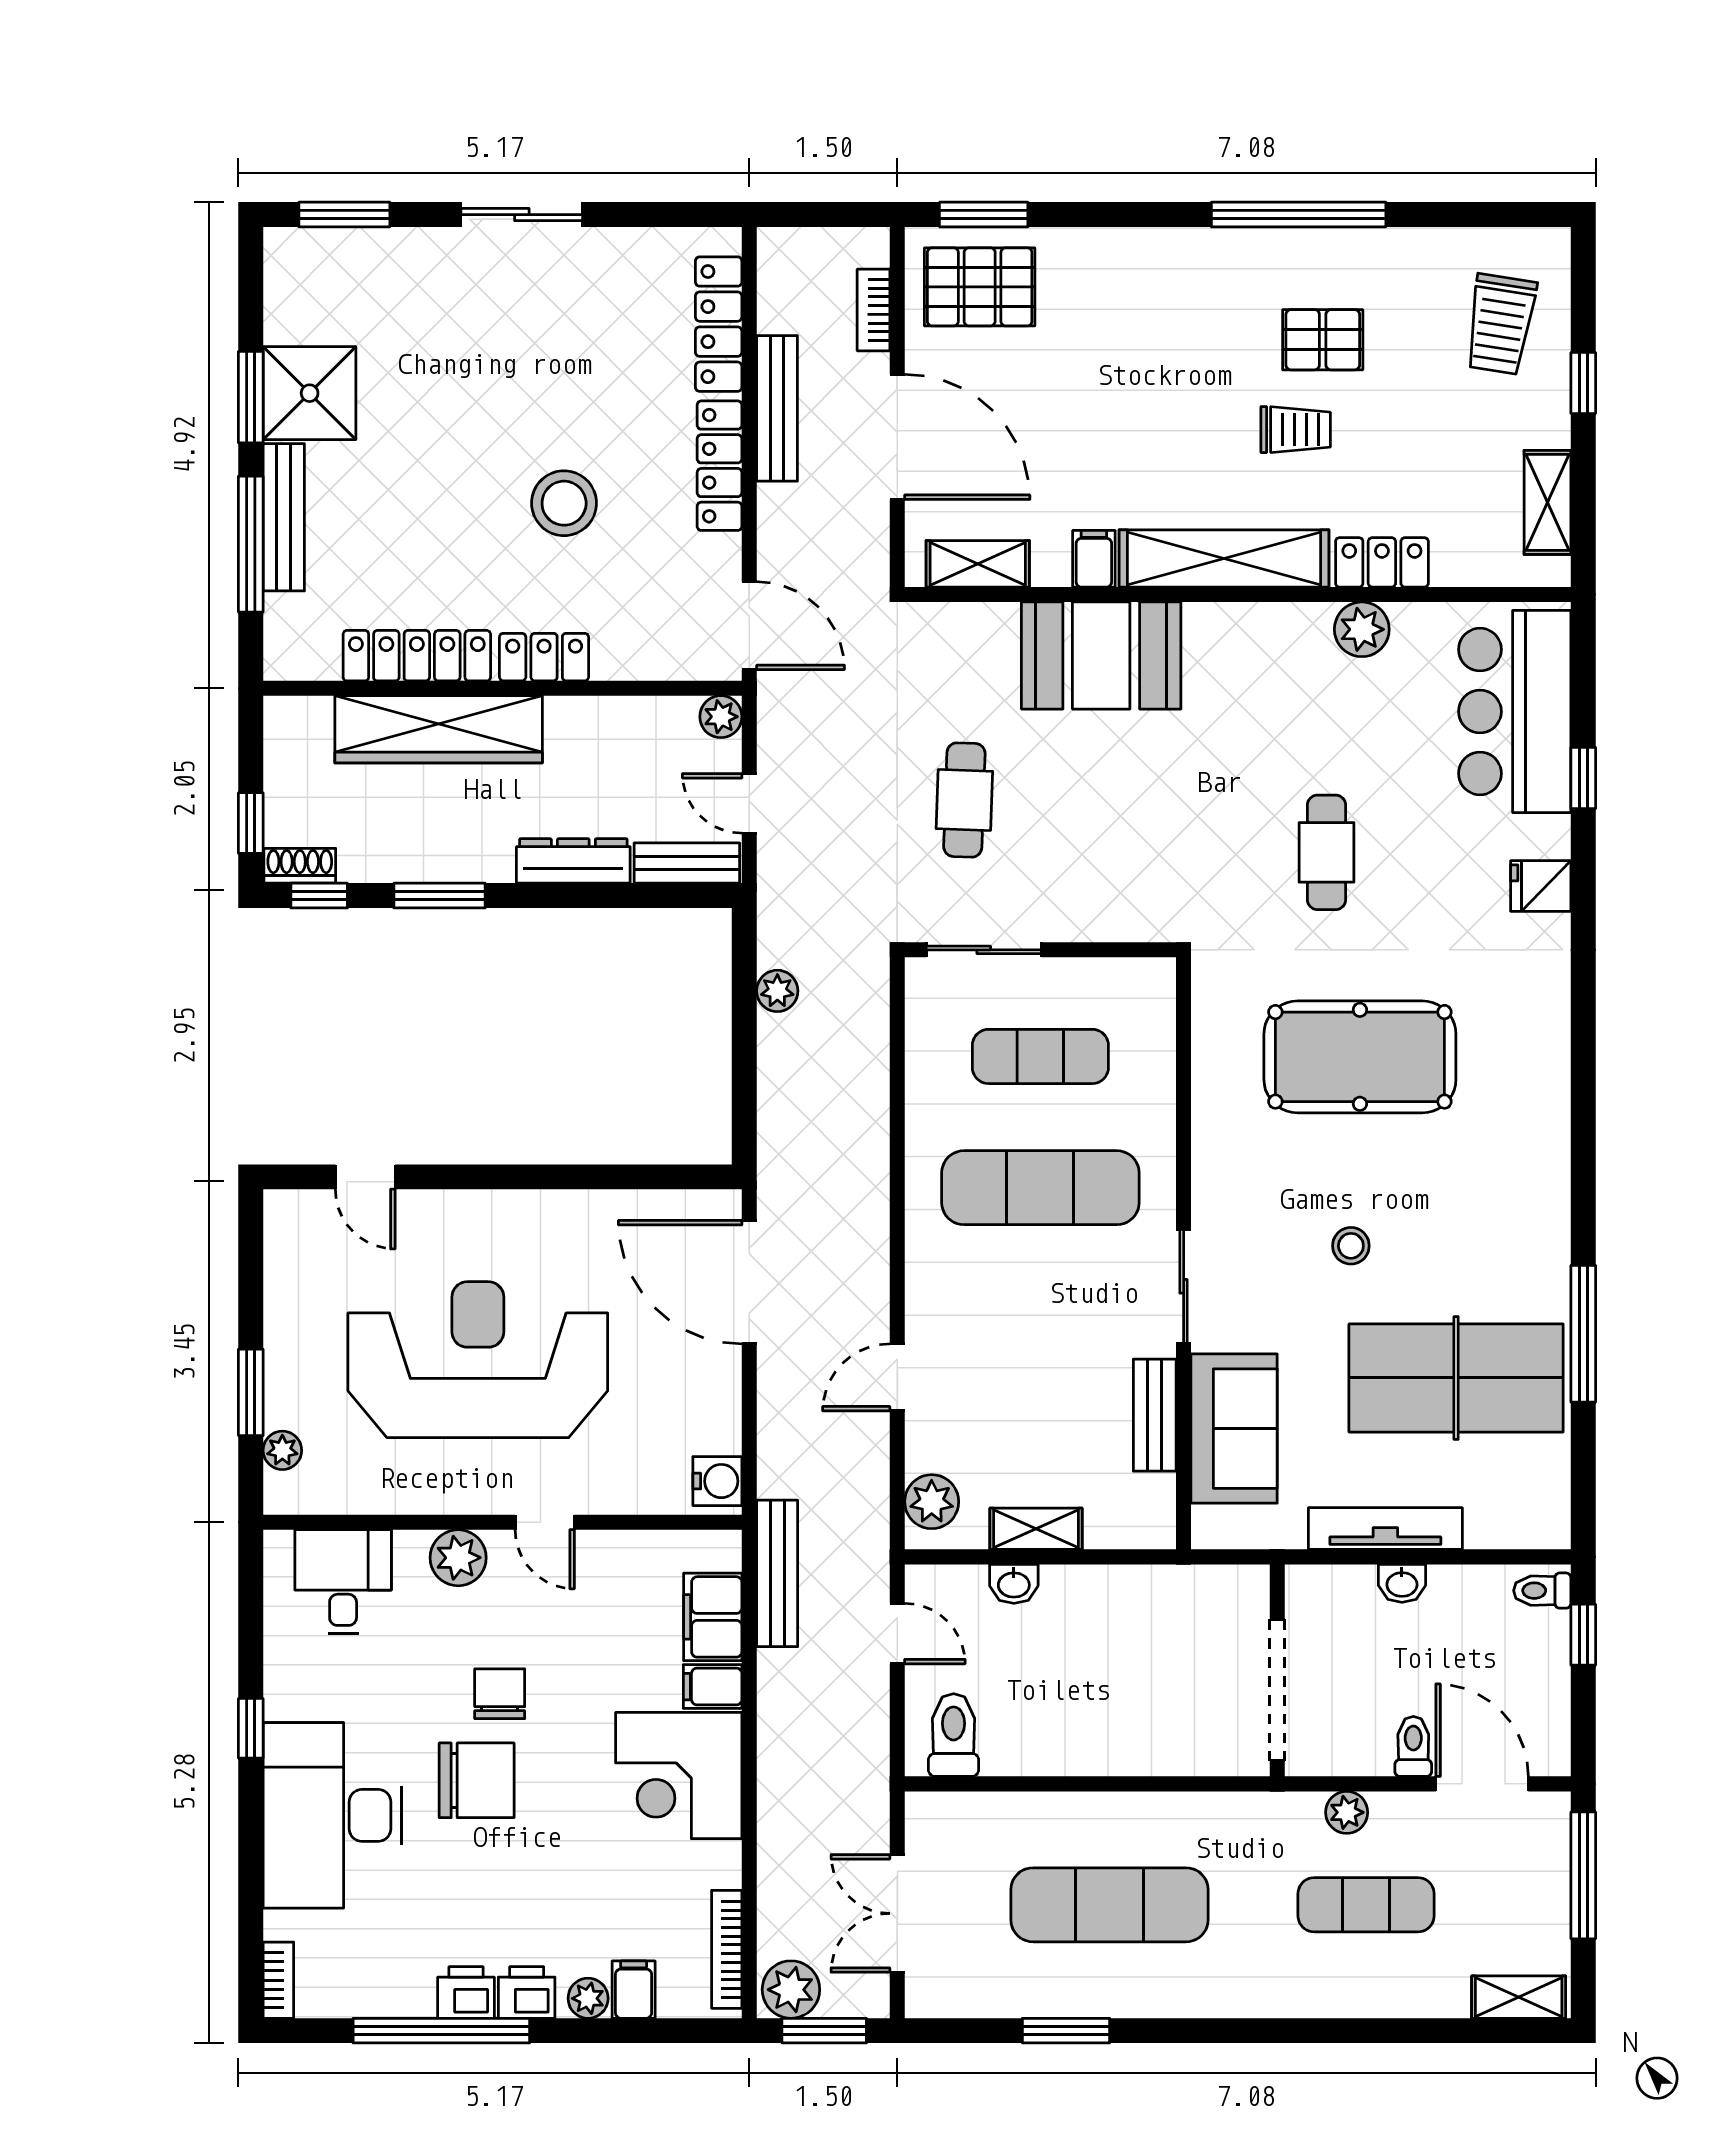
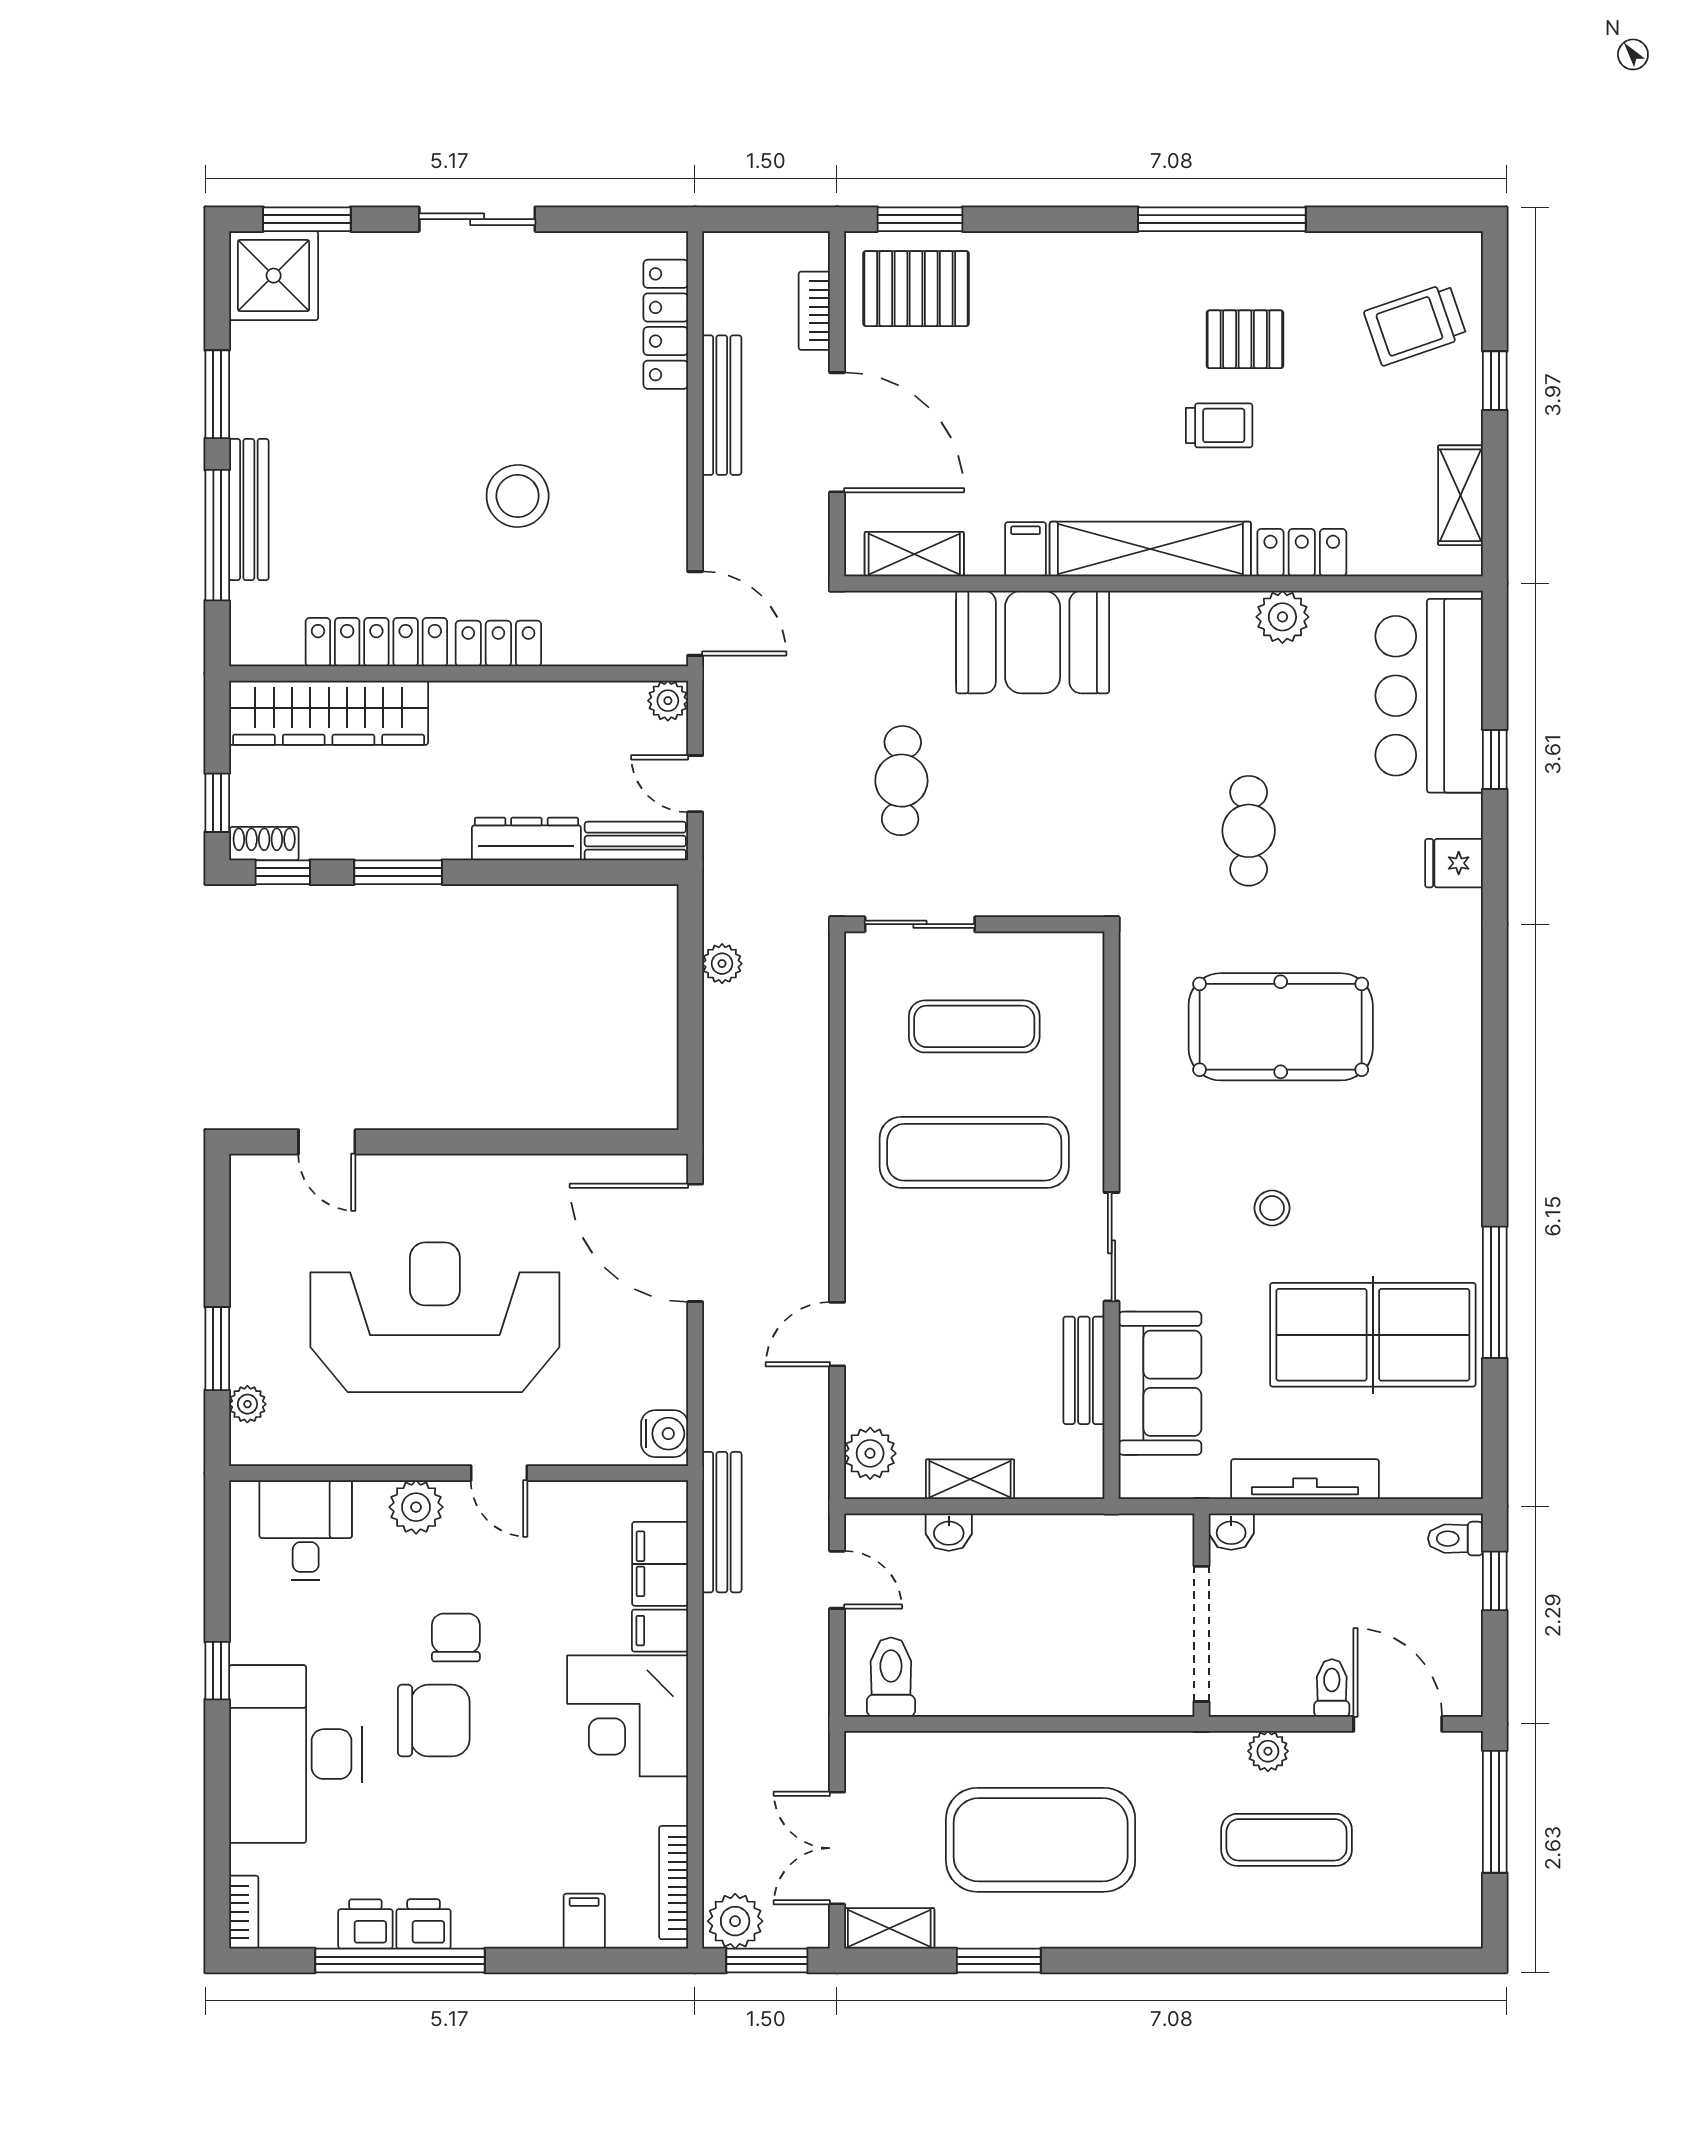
trolley: (1500, 324) -> (1415, 324), turned 62
shower: (310, 393) -> (274, 276), moved
locker: (719, 466) -> (667, 460), removed
wardrobe: (439, 729) -> (329, 713), moved
washbasin: (1402, 1583) -> (1231, 1532), moved
exercise mat: (1110, 1905) -> (1041, 1840), width x1.47
printer: (527, 1993) -> (365, 1924), moved
shelving: (1519, 1997) -> (889, 1928), moved
plant: (588, 1998) -> (541, 1929), removed

